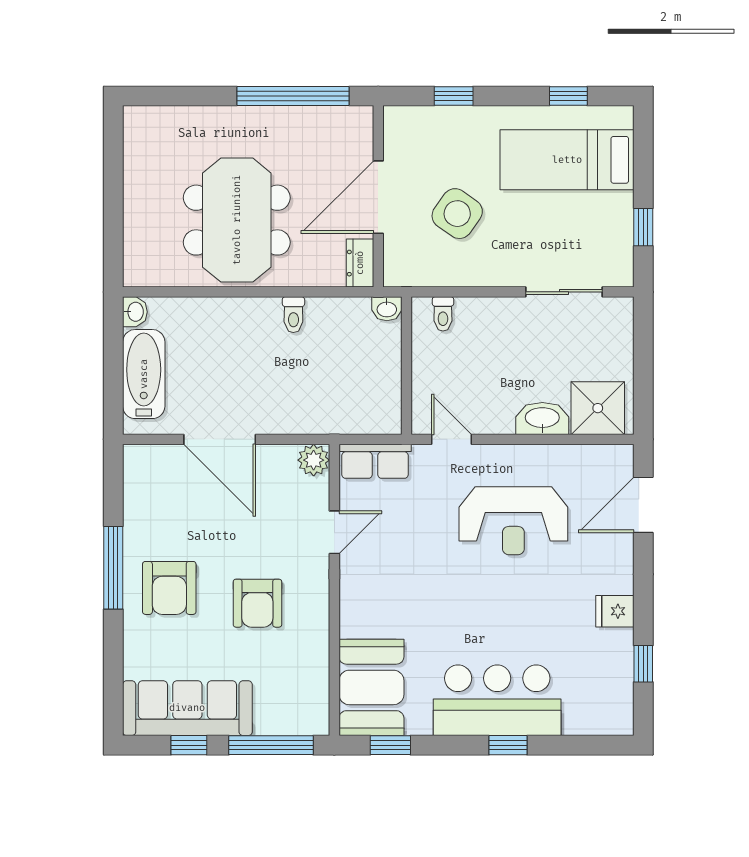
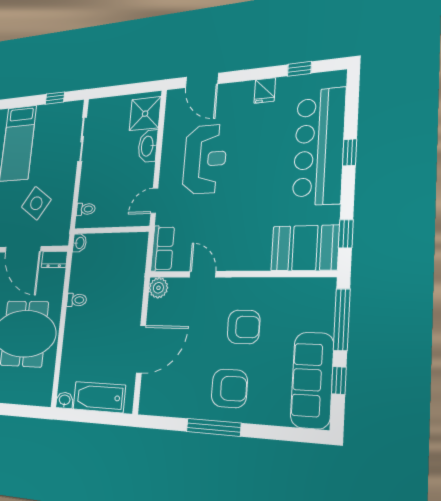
bar counter: (497, 700) -> (319, 146), width x1.36

